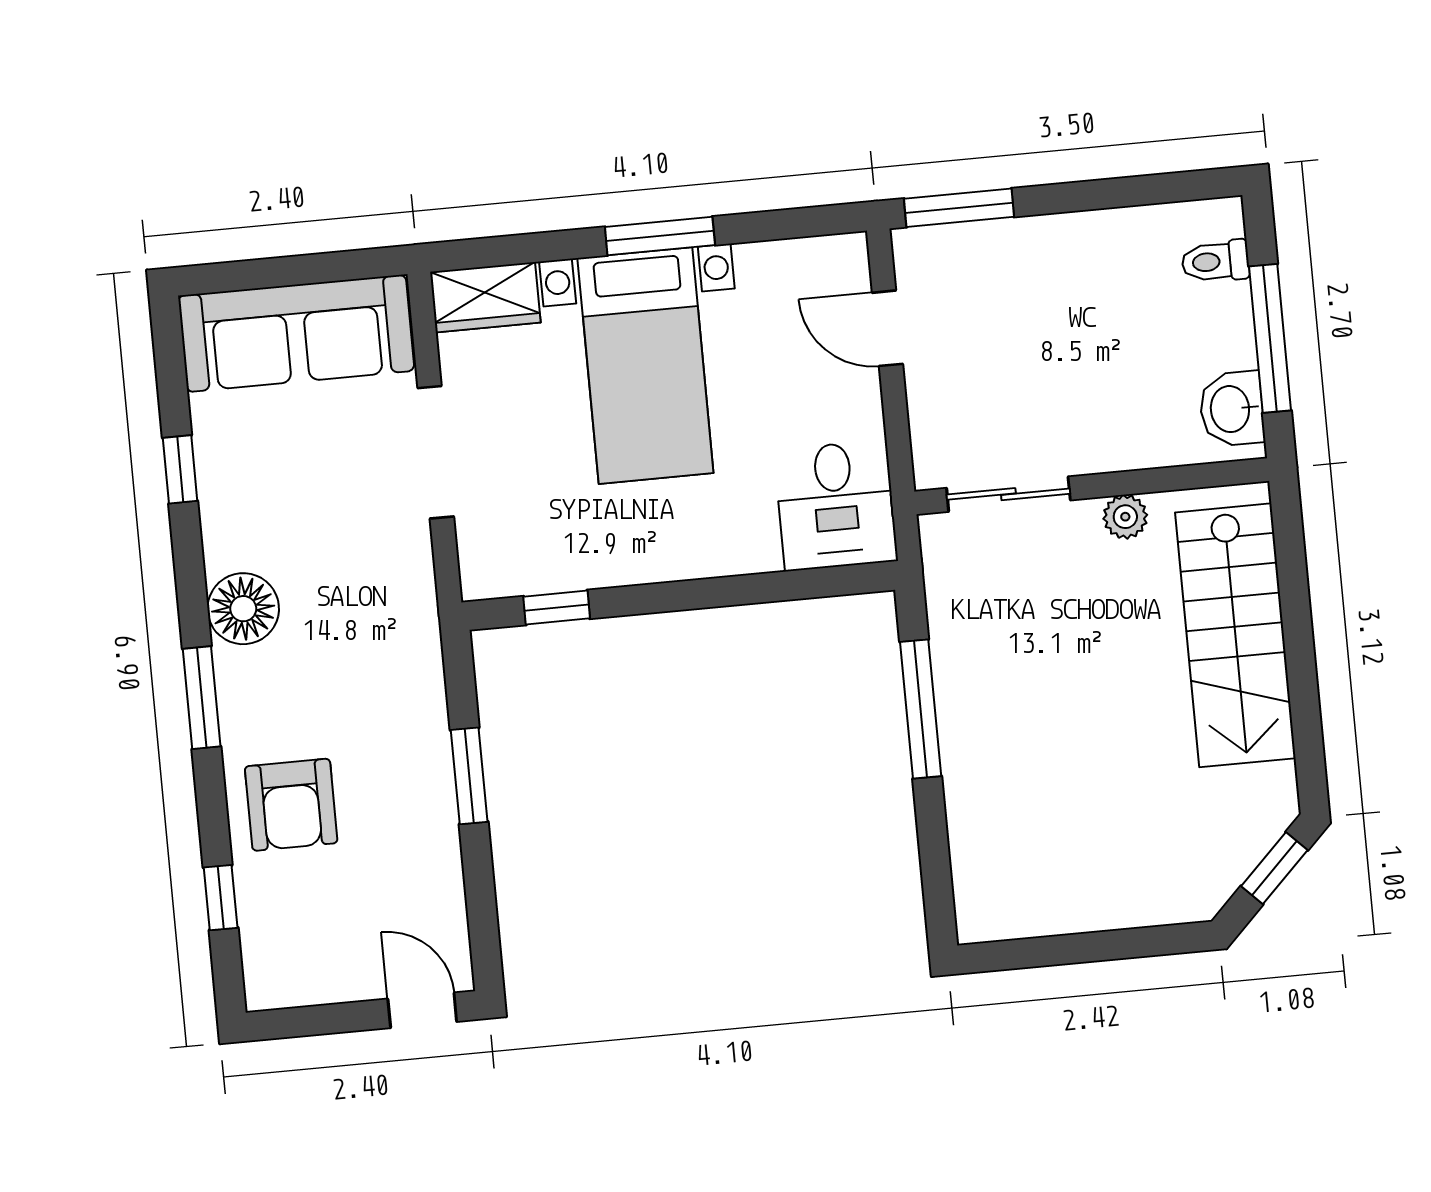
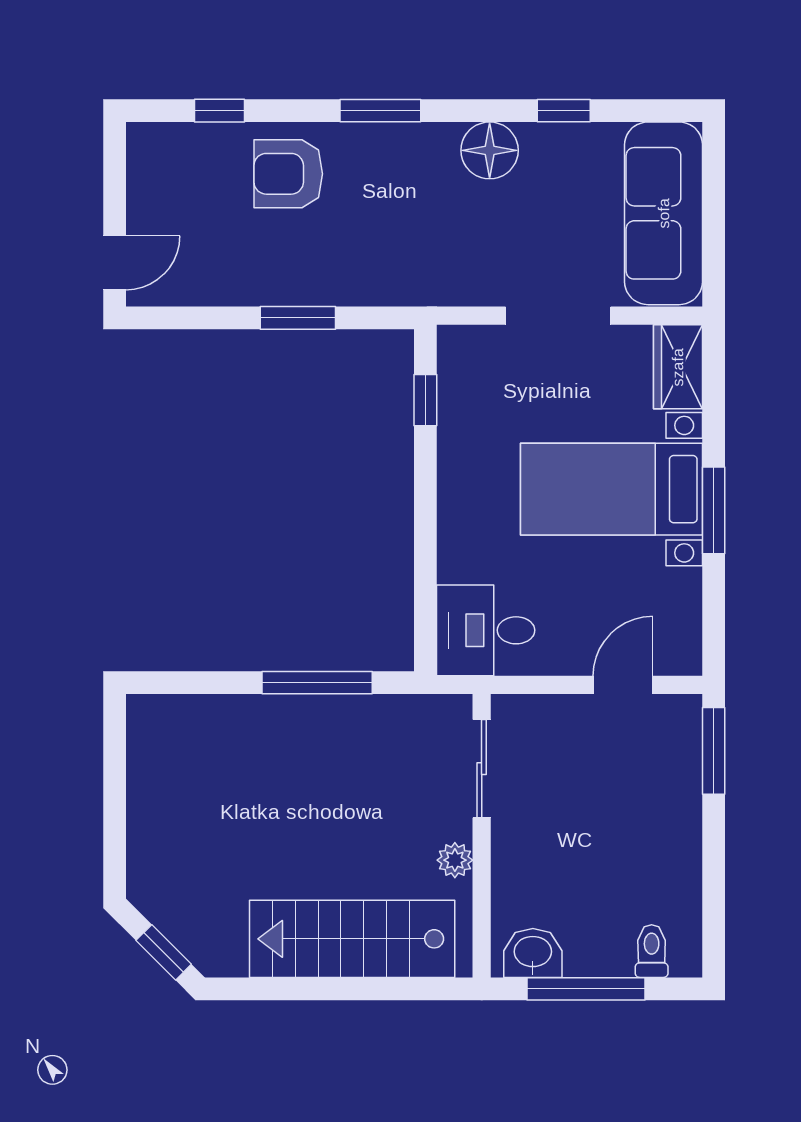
floor lamp: (243, 609) -> (490, 150), moved

